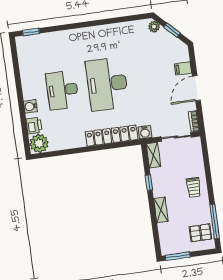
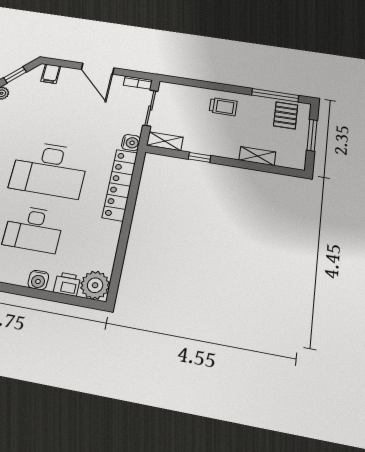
filing cabinet: (183, 68) -> (51, 74), moved
shelving: (161, 210) -> (257, 156), moved
window: (178, 256) -> (312, 135), moved

